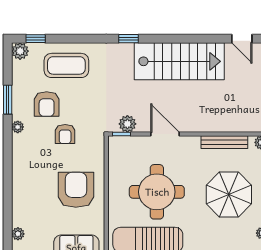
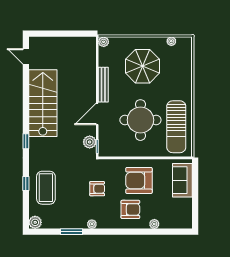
window: (36, 39) -> (26, 183), moved
door: (242, 39) -> (26, 56), swing flipped
armchair: (47, 104) -> (130, 209), moved
bench: (224, 142) -> (103, 85), moved
plant: (18, 234) -> (154, 224), moved

